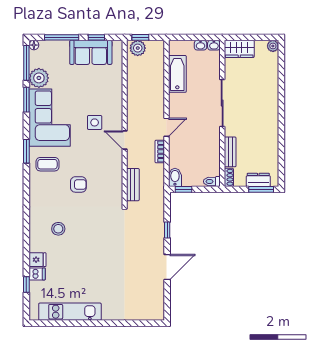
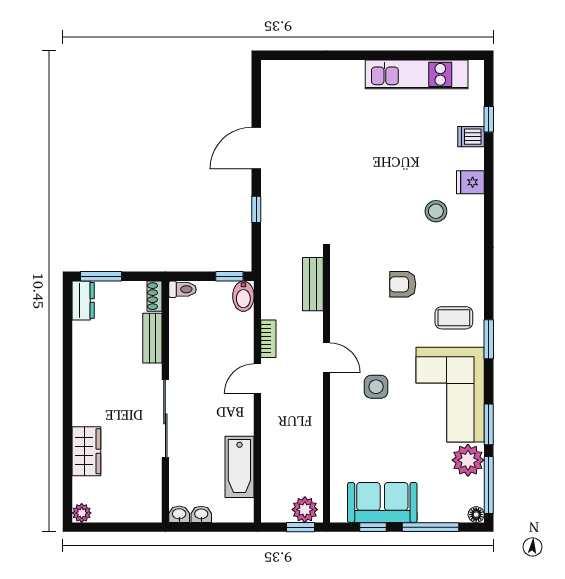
wardrobe: (239, 49) -> (86, 451), moved, turned 90
dresser: (258, 180) -> (83, 300), moved, turned -90
fridge: (37, 260) -> (470, 182), moved

